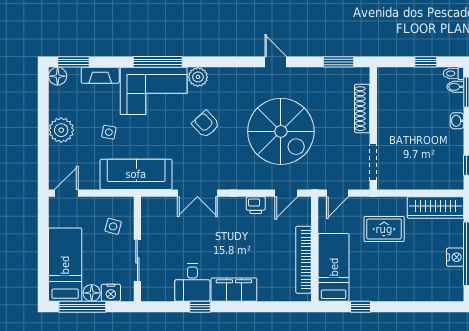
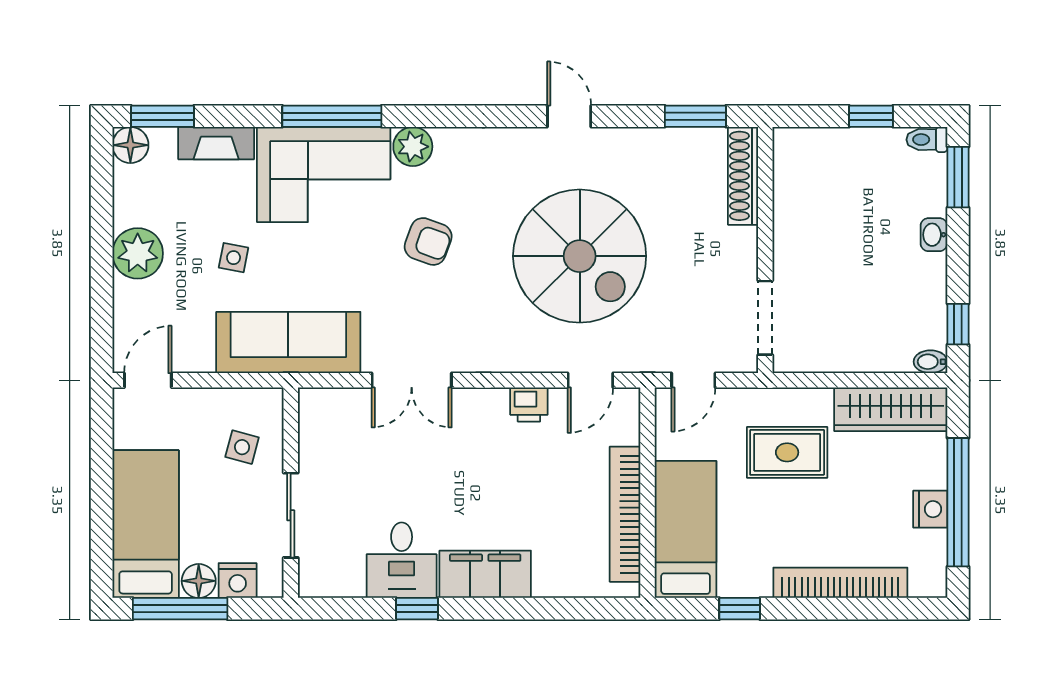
bidet: (455, 87) -> (930, 362), moved
shoe rack: (362, 109) -> (743, 176), moved
armchair: (206, 124) -> (428, 241), turned 153
bookcase: (411, 294) -> (840, 583), added

